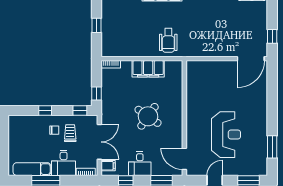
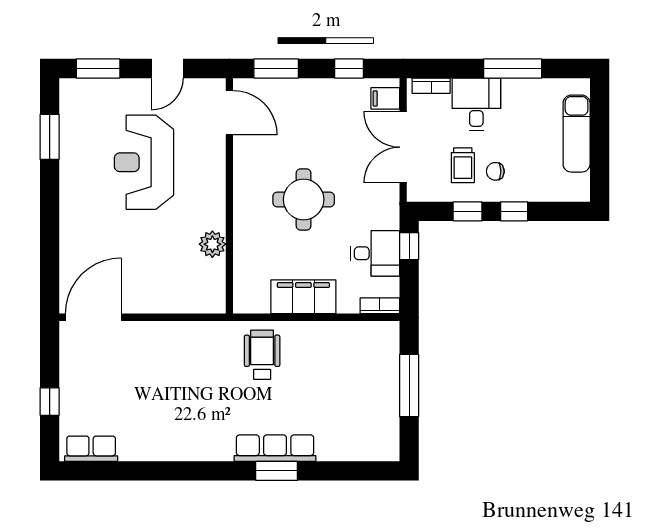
window: (96, 25) -> (409, 386), width x2.17
window: (272, 36) -> (50, 402), moved
plant: (193, 94) -> (212, 244), added
window: (80, 111) -> (468, 211), moved
round table: (148, 116) -> (304, 200), turned -35
desk: (140, 164) -> (375, 253), moved, turned 90
exam couch: (32, 169) -> (577, 134), moved, turned 90

